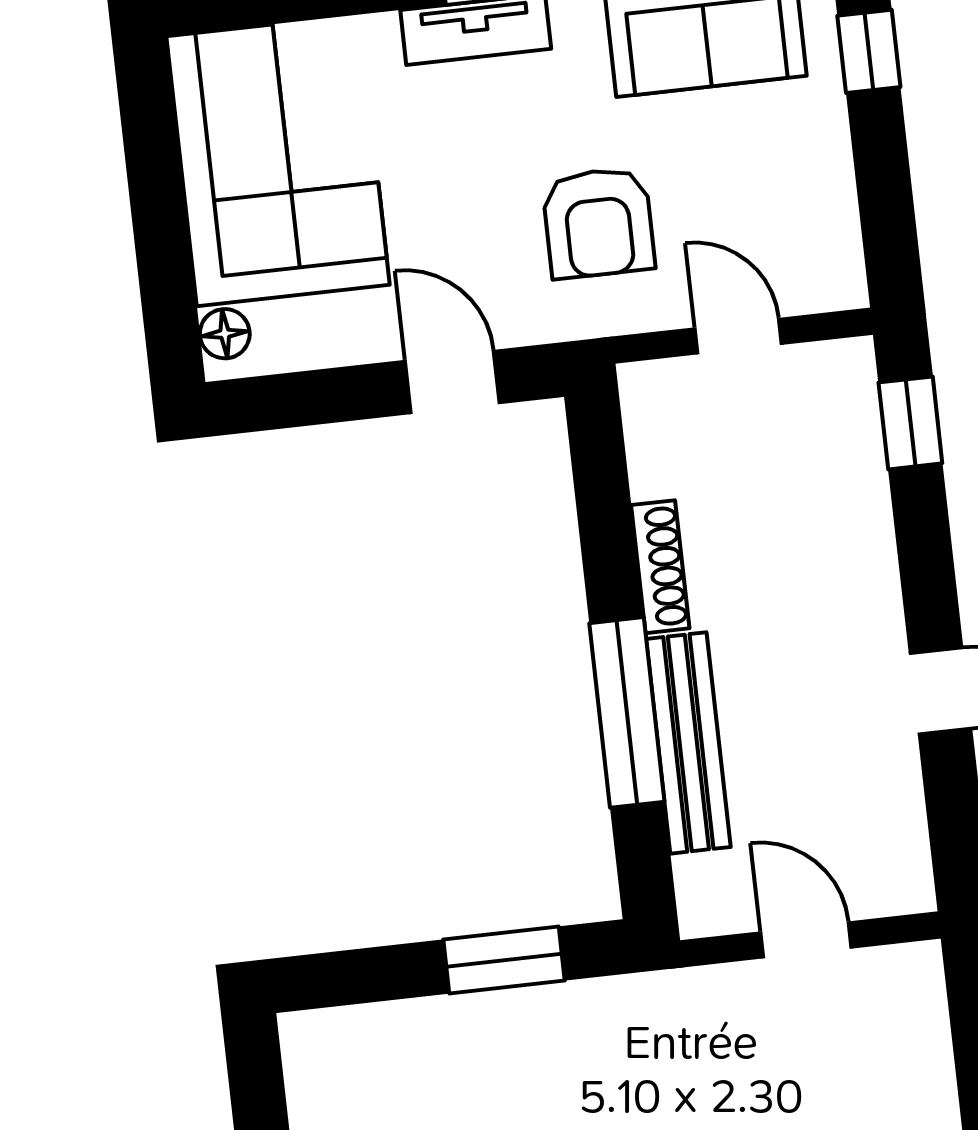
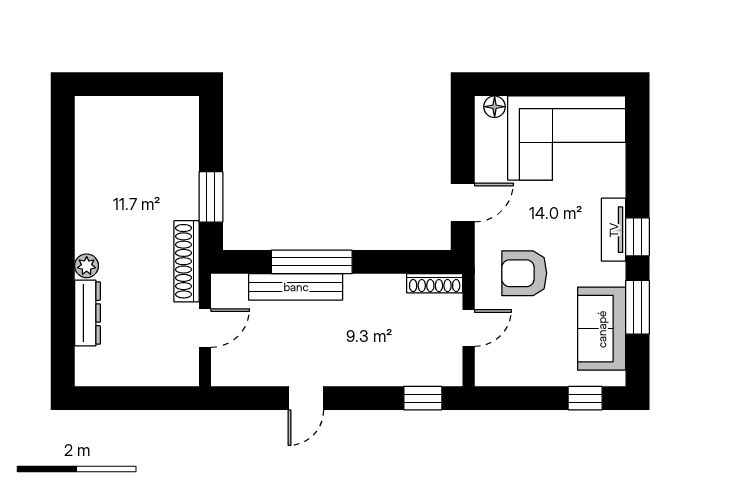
shoe rack: (660, 567) -> (435, 283), moved
shoe rack: (658, 999) -> (187, 261), added

